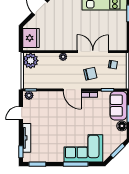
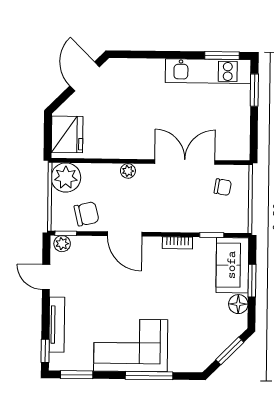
chair: (90, 74) -> (87, 214), moved
door: (72, 90) -> (125, 234), moved
door: (21, 113) -> (46, 277), hinge flipped
corner sofa: (83, 148) -> (131, 345), moved

